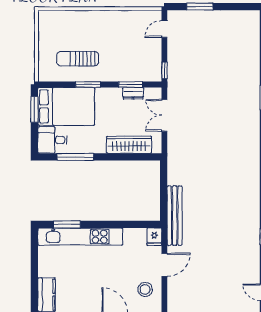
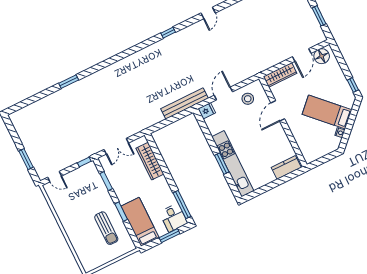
dresser: (133, 93) -> (112, 176), removed
bed: (66, 106) -> (140, 222), width x0.67
window: (34, 109) -> (169, 236), moved
window: (75, 157) -> (182, 205), moved
window: (67, 224) -> (222, 164), moved
door: (164, 265) -> (223, 94), hinge flipped

